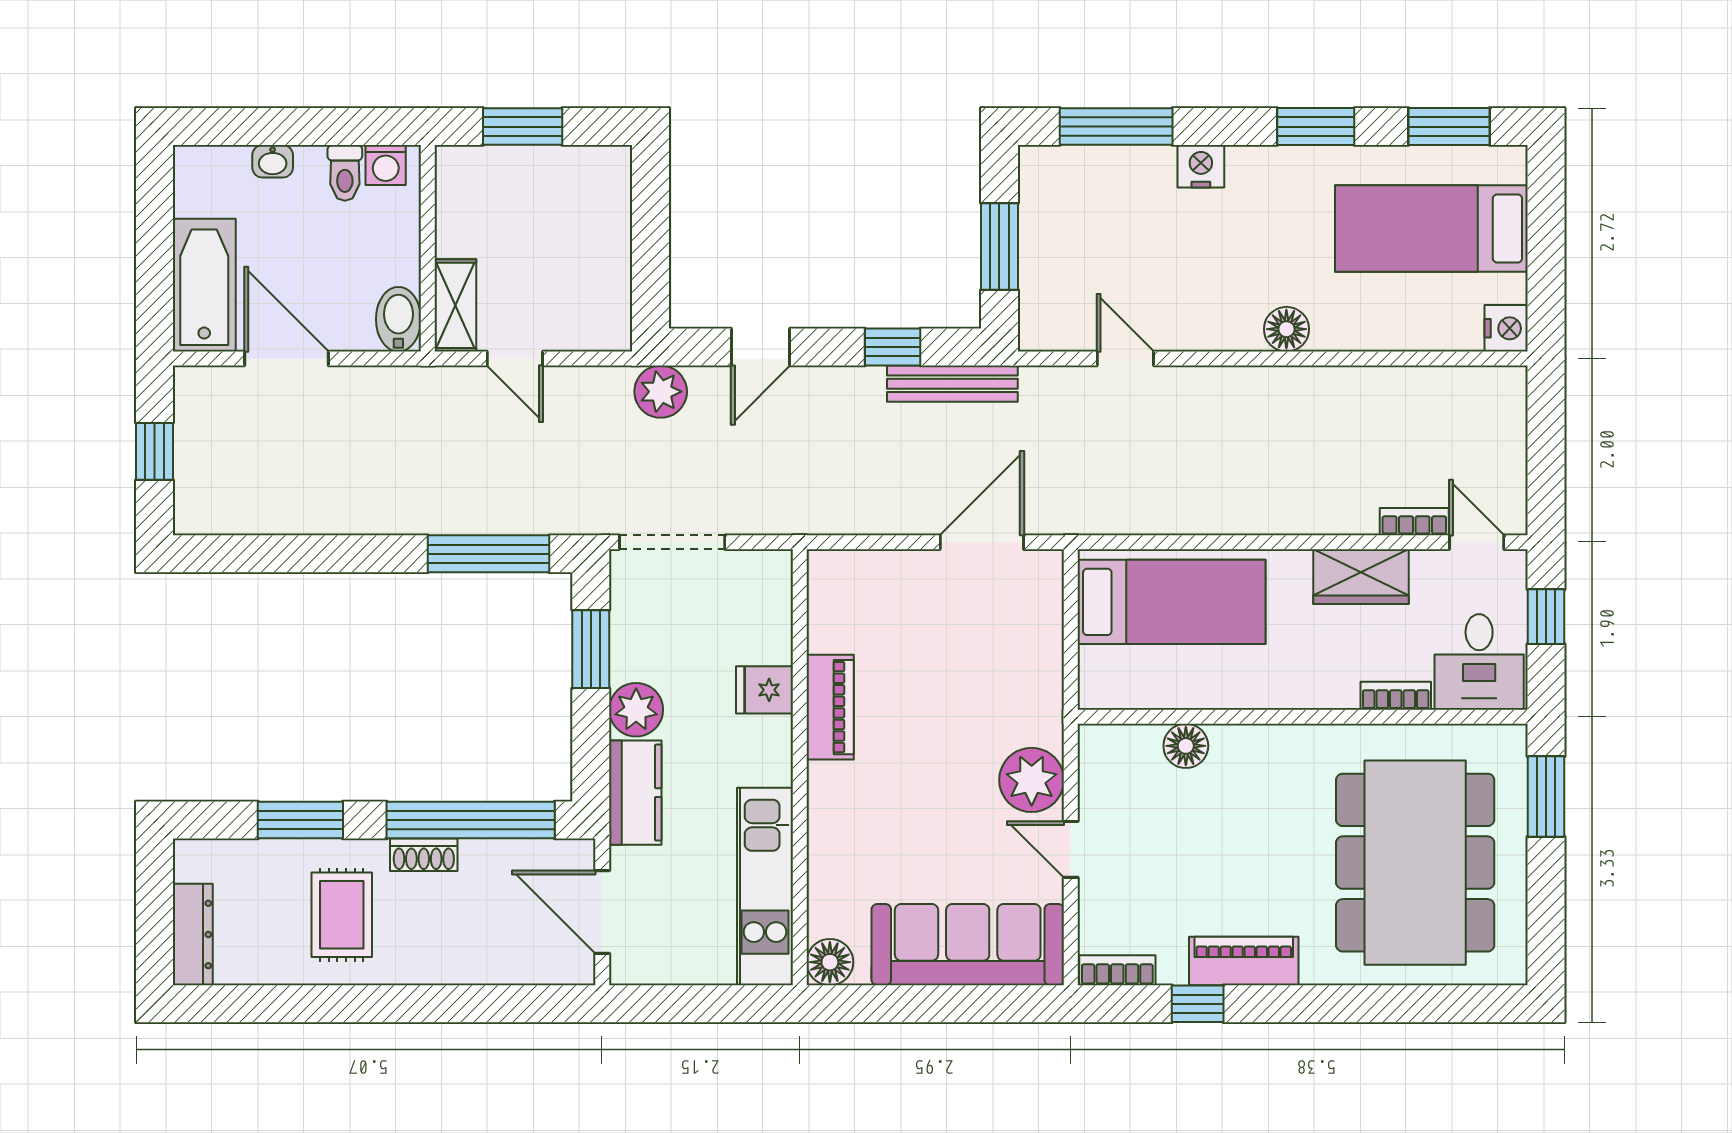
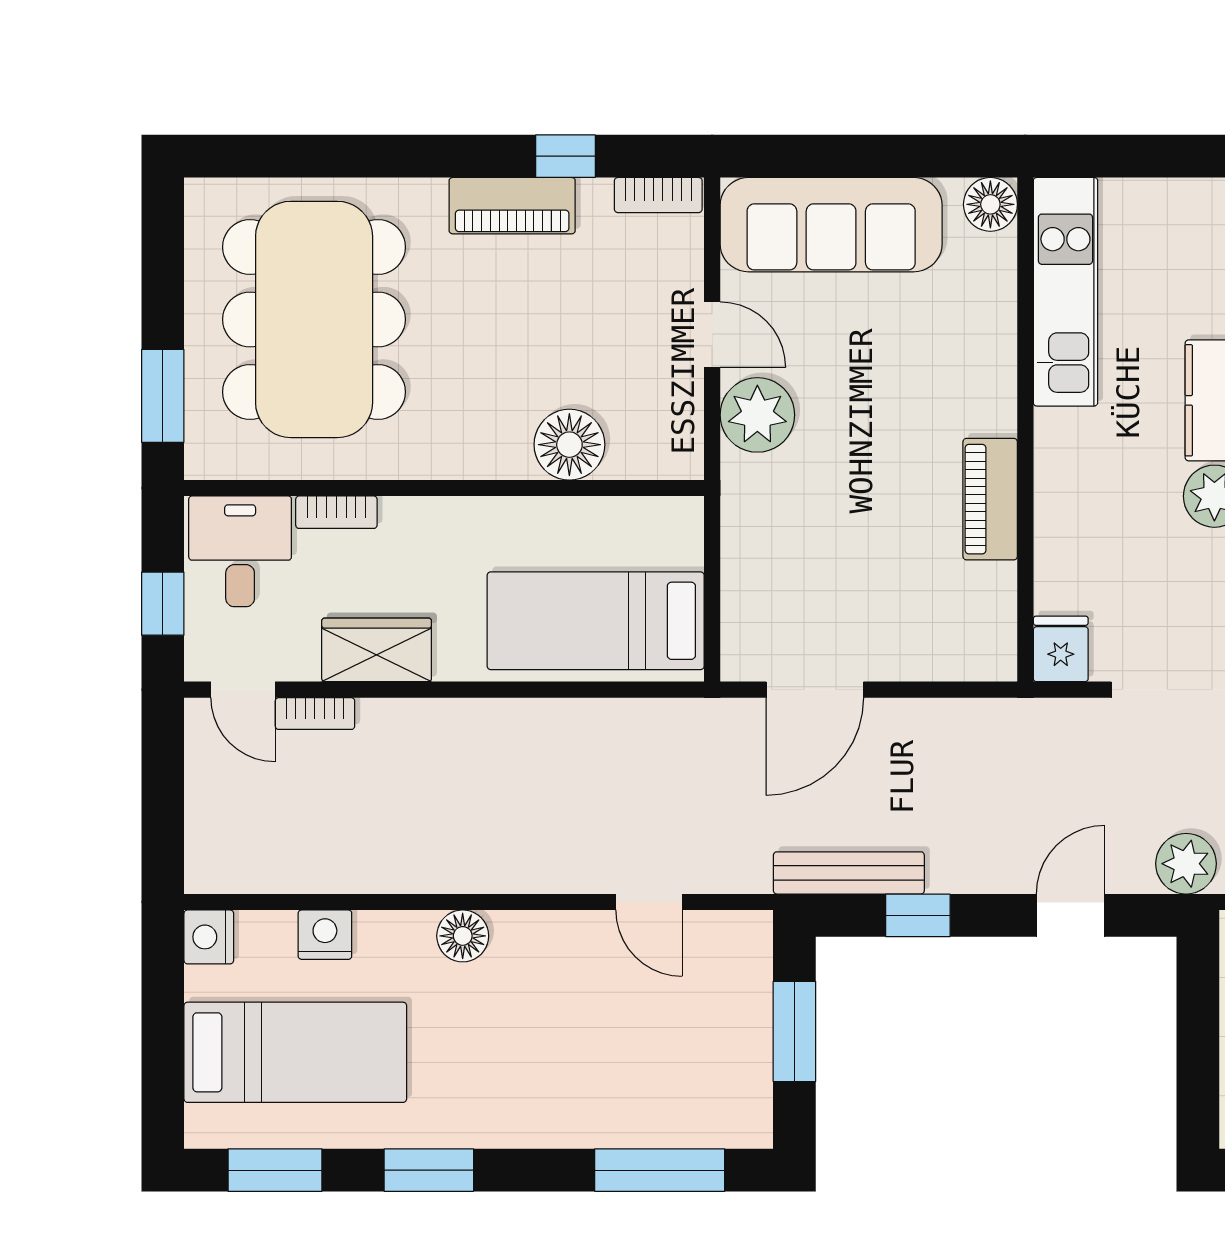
nightstand: (1201, 166) -> (325, 935), moved, turned 180
fridge: (764, 690) -> (1061, 649), moved, turned -90
floor lamp: (1186, 746) -> (569, 445), width x1.38, depth x1.38

